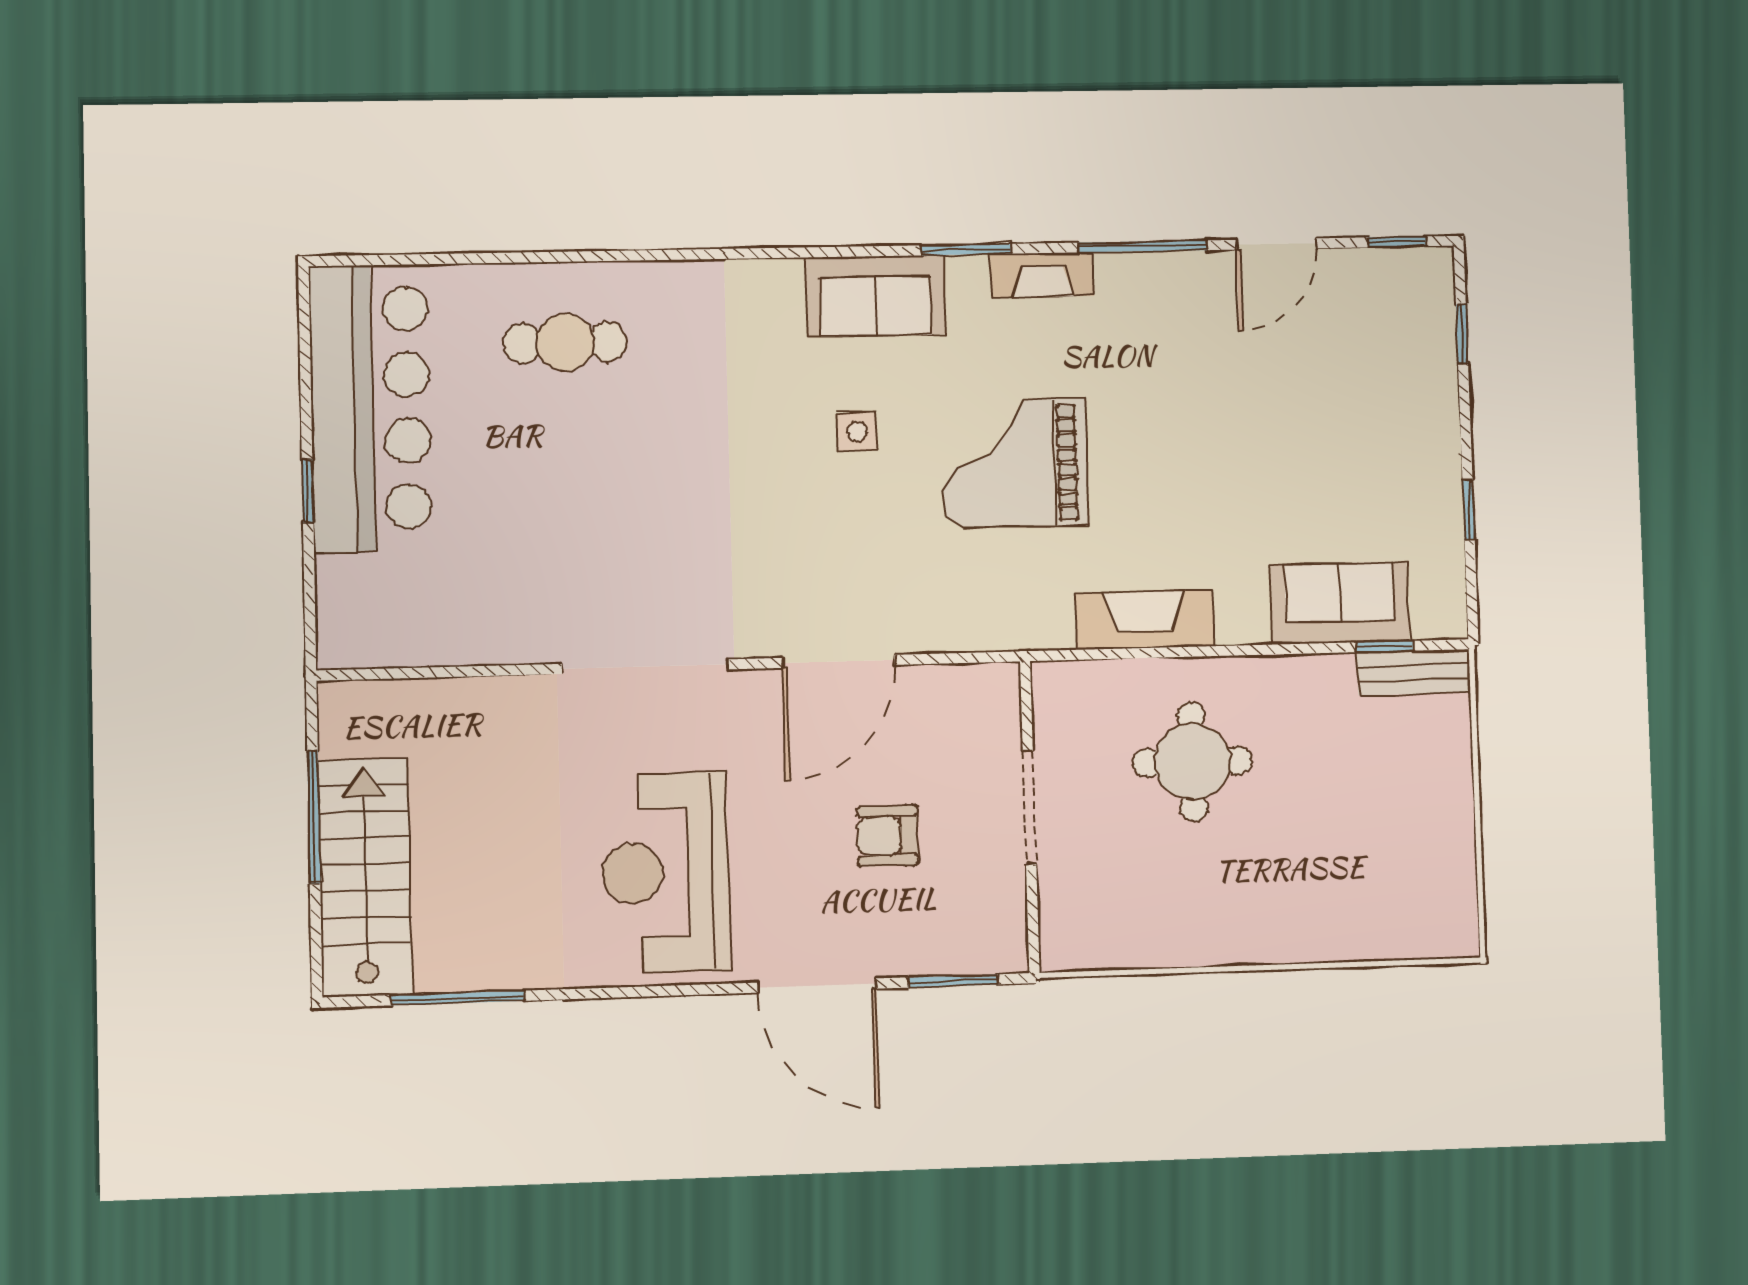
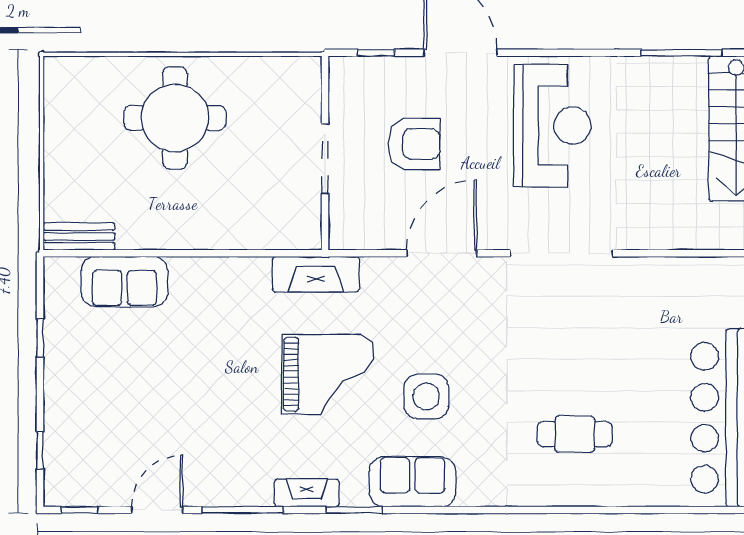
cafe table: (565, 342) -> (575, 434), moved
side table: (857, 432) -> (426, 397), width x1.87, depth x1.87
fireplace: (1145, 620) -> (316, 274), moved
window: (1385, 647) -> (97, 253), removed
round table: (1192, 762) -> (175, 118), moved, width x1.36, depth x1.36
armchair: (888, 836) -> (414, 144), width x1.38, depth x1.38
window: (953, 981) -> (376, 53), width x0.67

